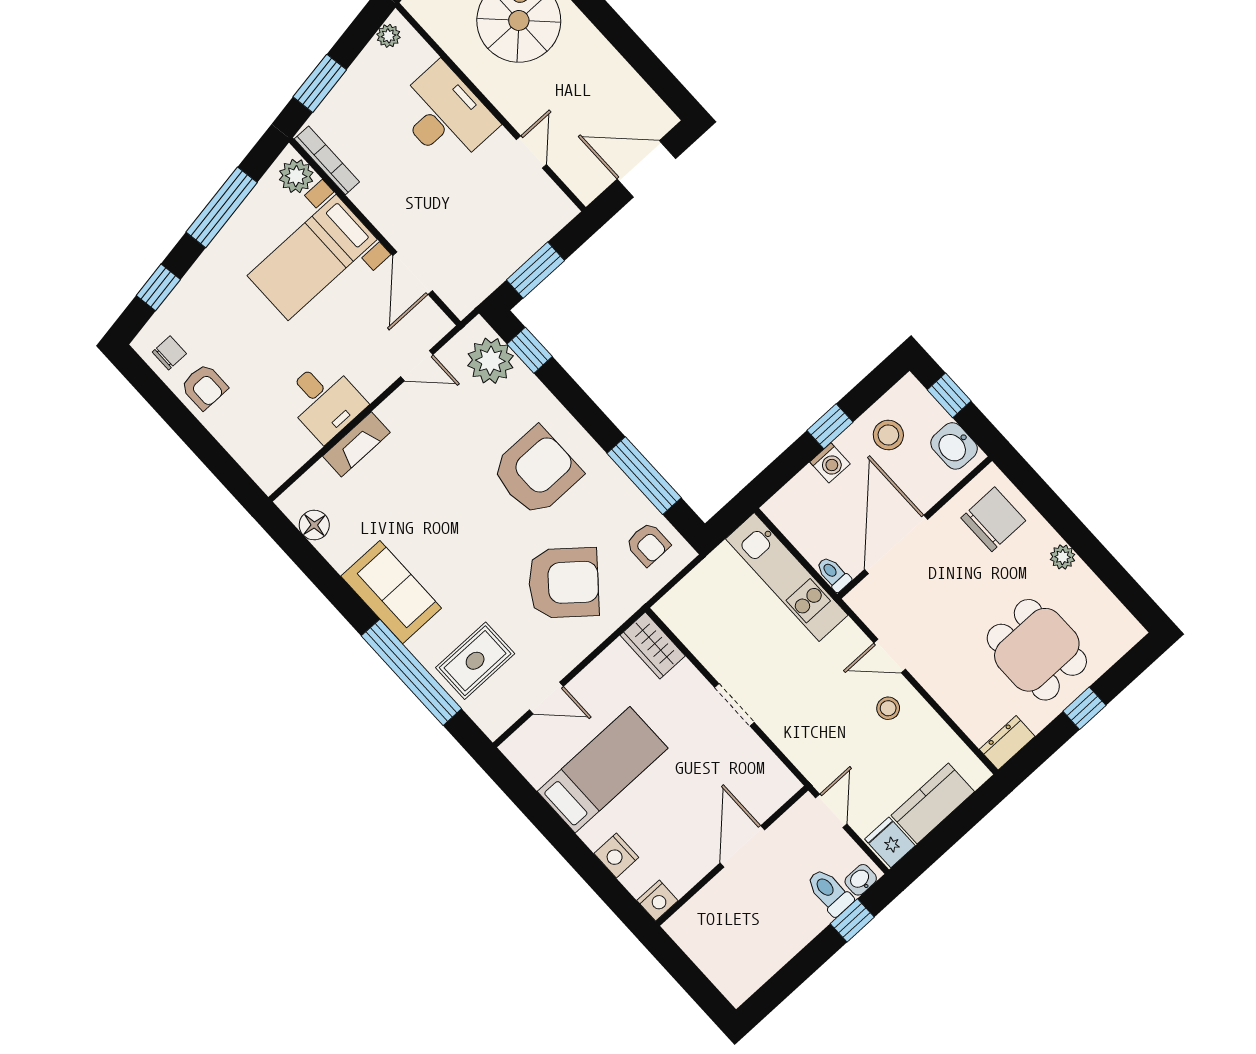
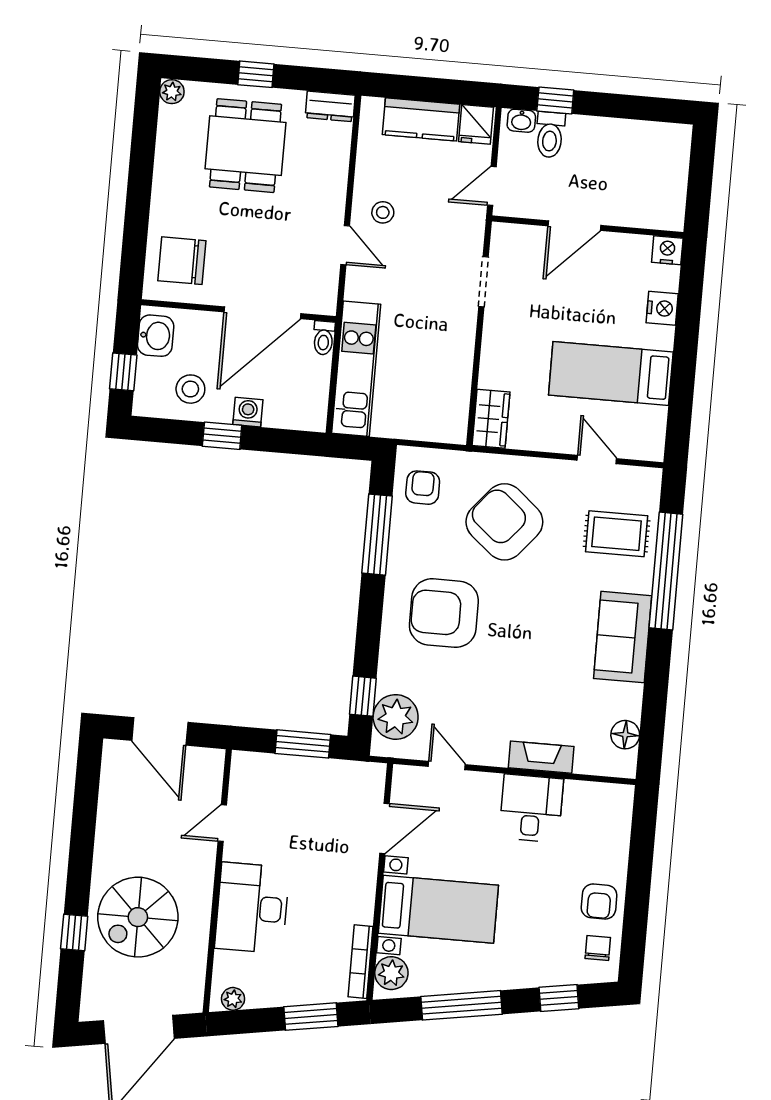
chair: (169, 353) -> (598, 948), turned 90
armchair: (204, 387) -> (599, 902), turned 180
plant: (1063, 557) -> (172, 92), moved
doorway: (734, 705) -> (483, 282), moved

